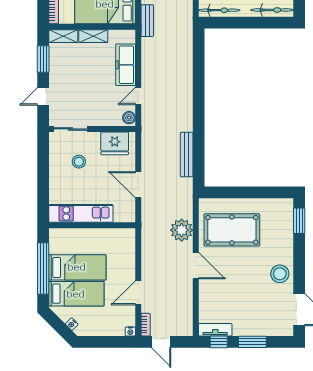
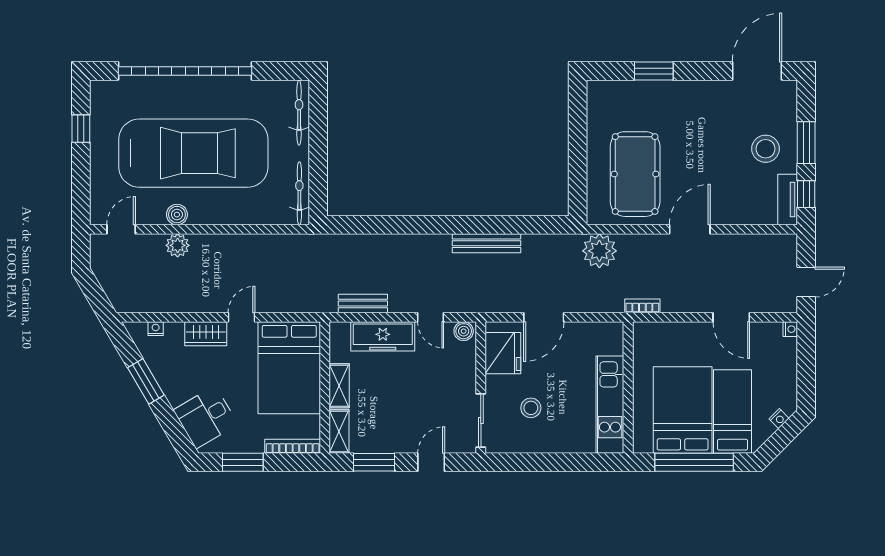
bench: (147, 21) -> (363, 303), moved
door: (43, 96) -> (431, 462), swing flipped
bench: (187, 155) -> (487, 243), moved
door: (138, 185) -> (544, 317), moved
window: (299, 221) -> (654, 71), moved
plant: (182, 230) -> (599, 251), moved
bed: (77, 267) -> (683, 410), width x1.50
stool: (280, 274) -> (766, 149), moved
bookcase: (146, 325) -> (642, 306), moved

